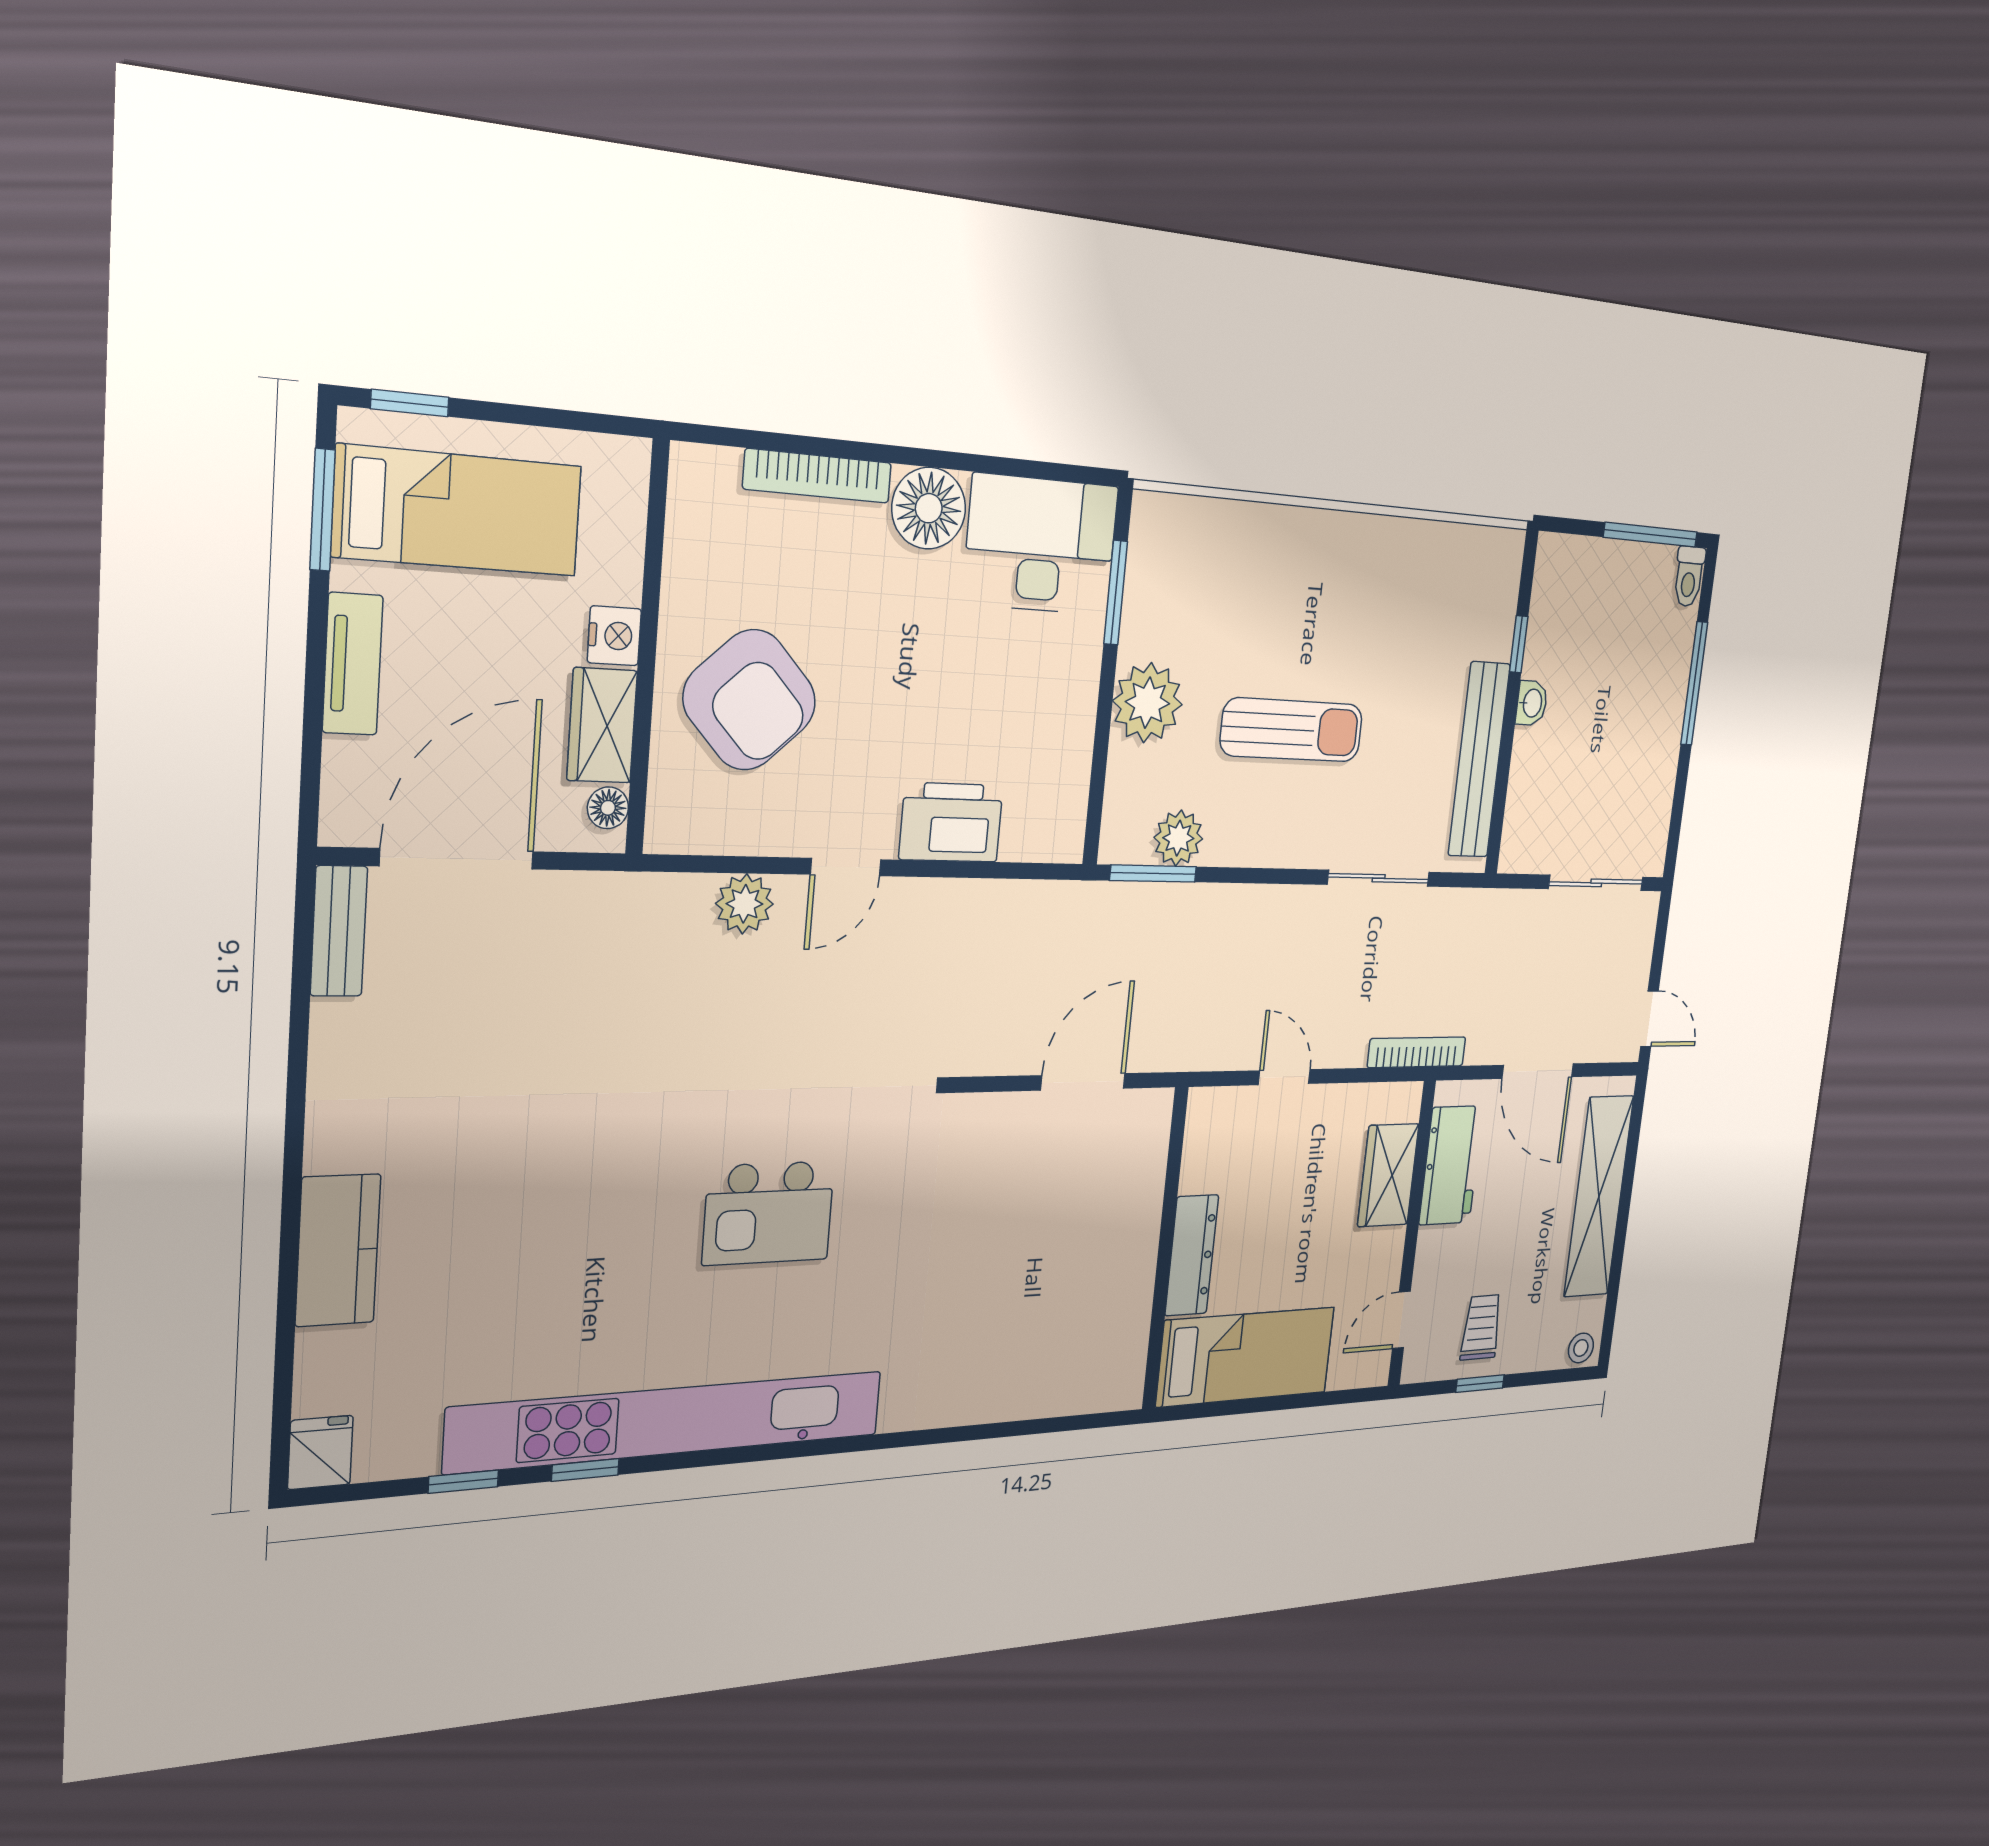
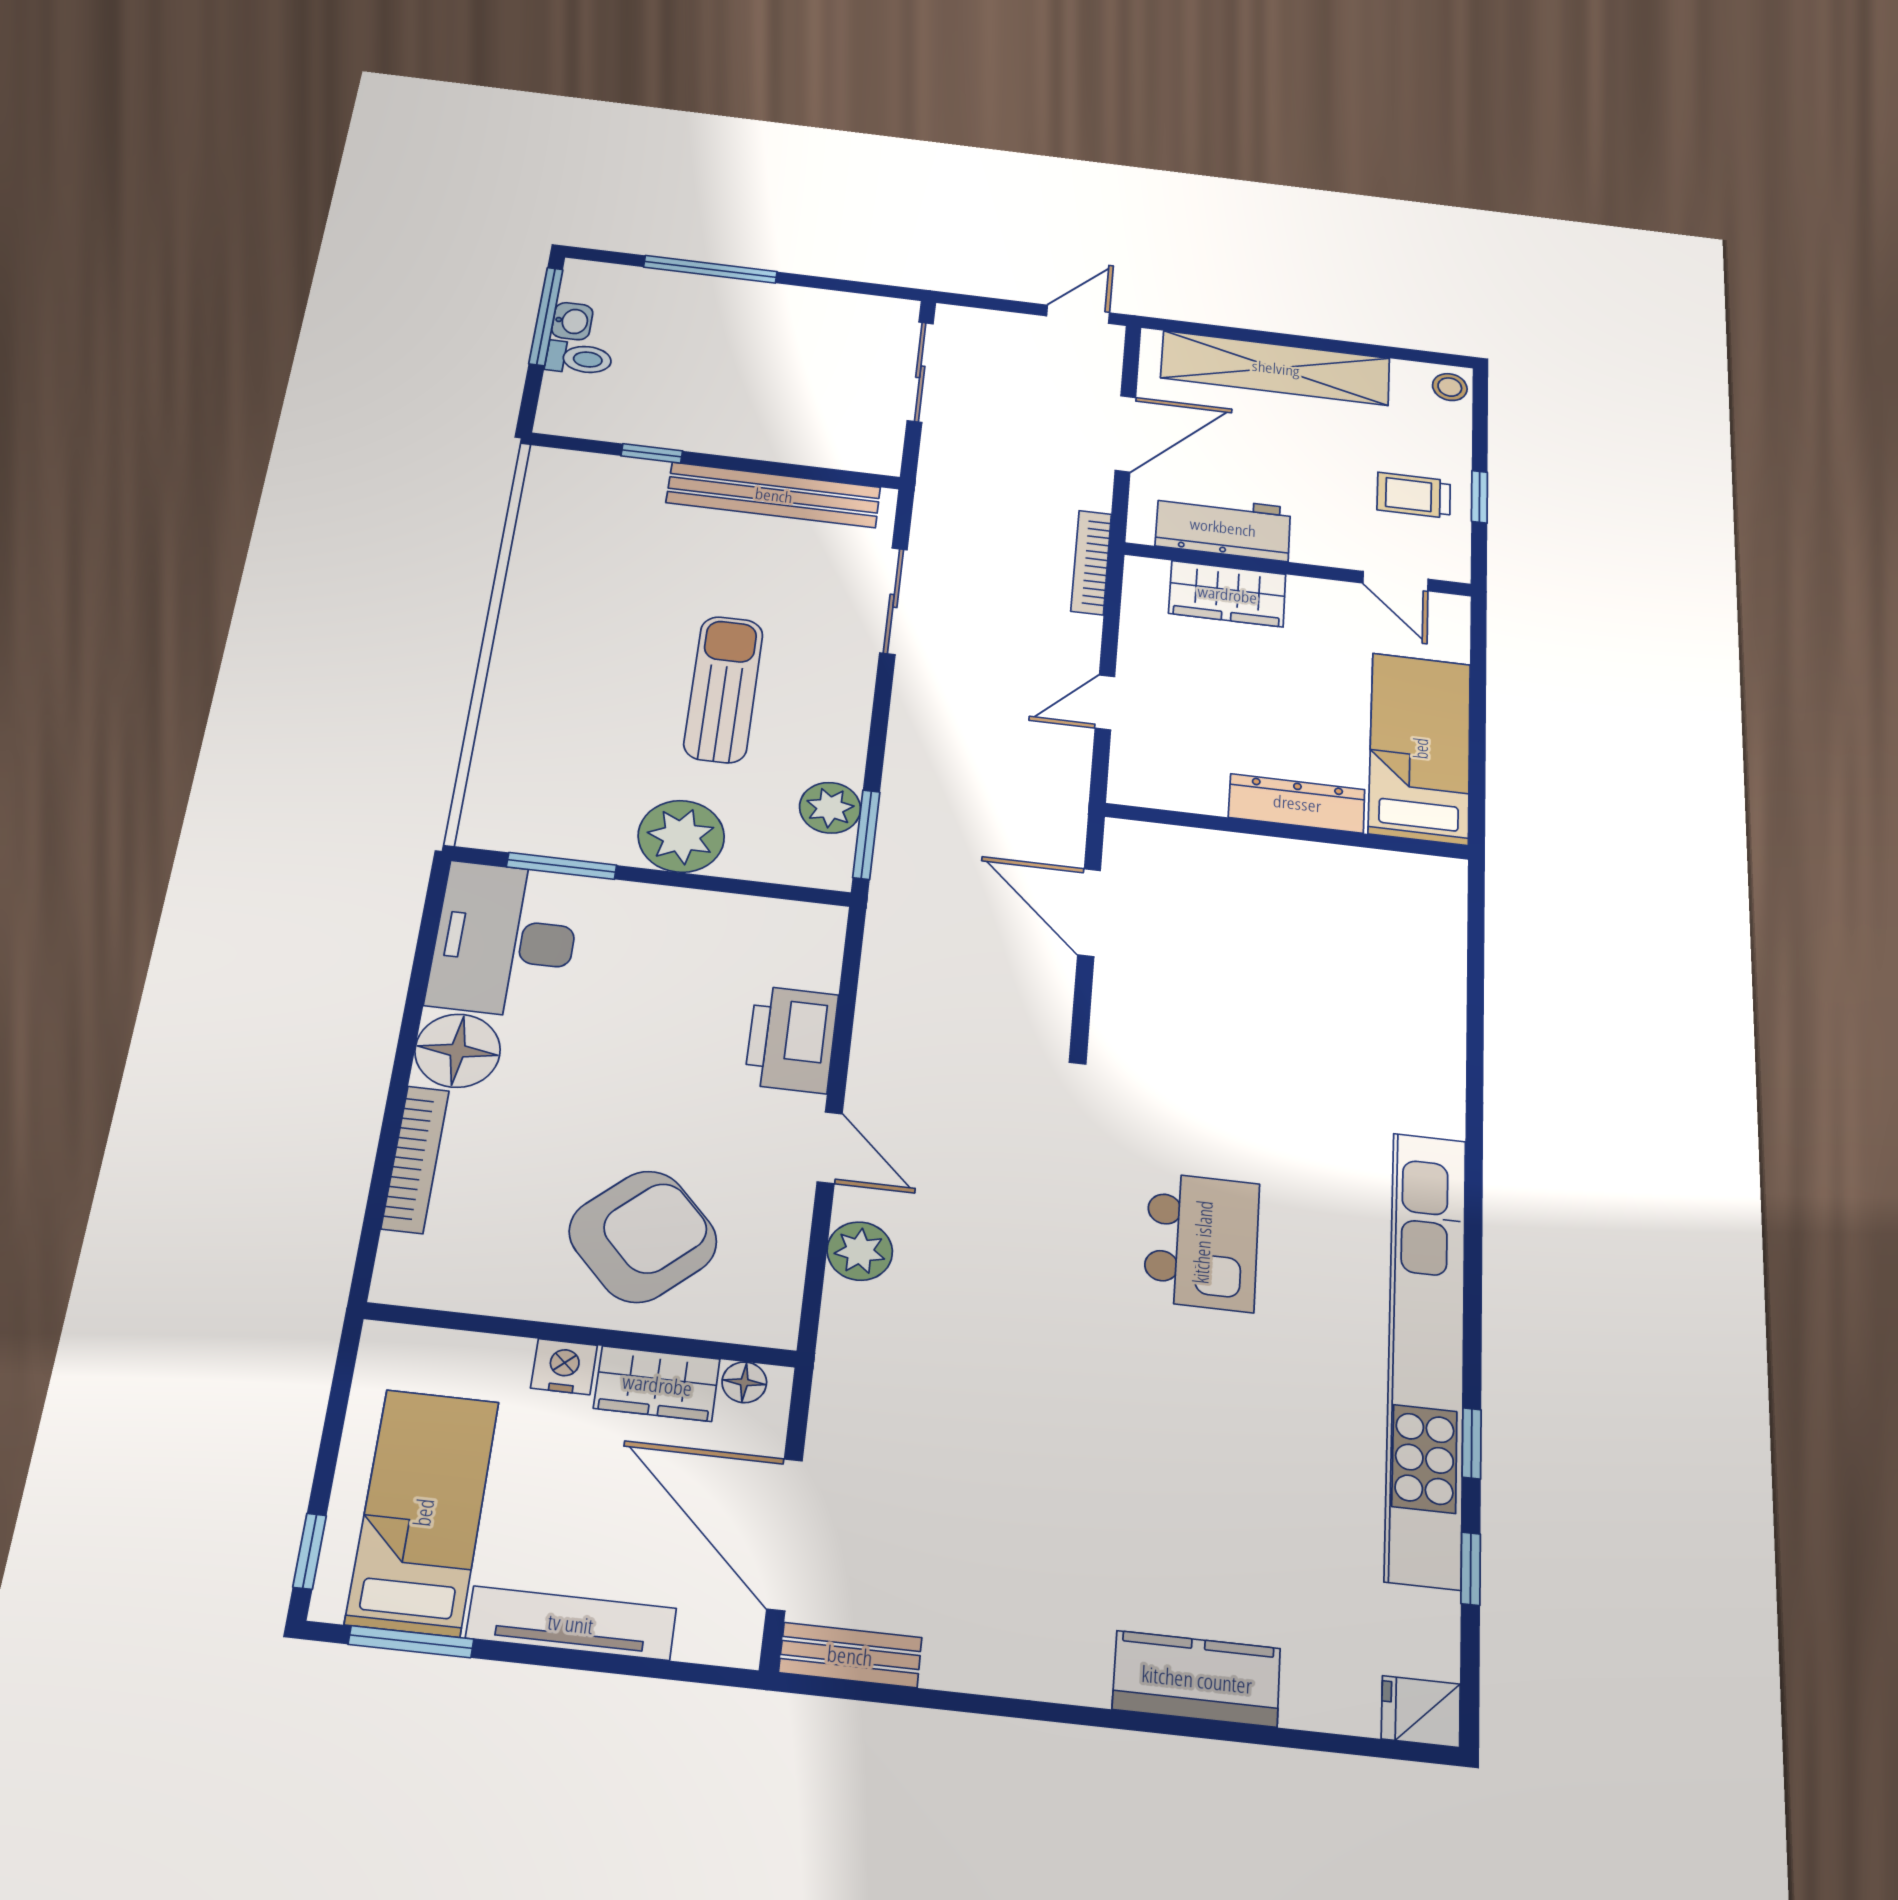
toilet: (1689, 576) -> (579, 358), moved
tv unit: (353, 664) -> (571, 1623), width x1.41
washbasin: (1532, 703) -> (572, 321), moved, turned 90

